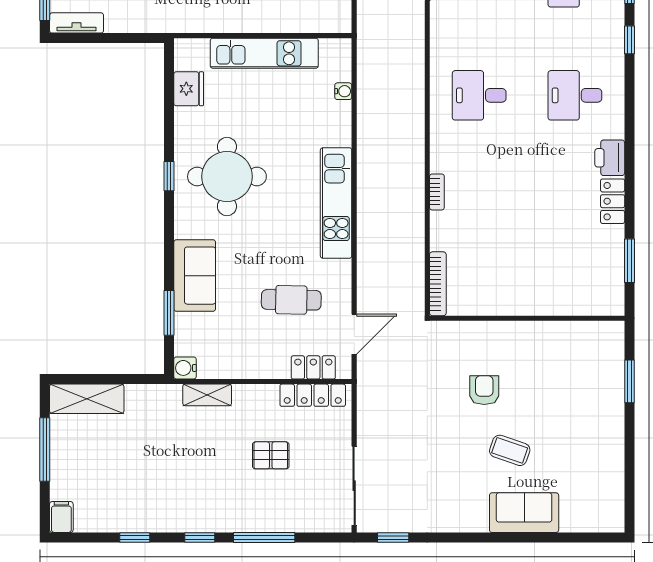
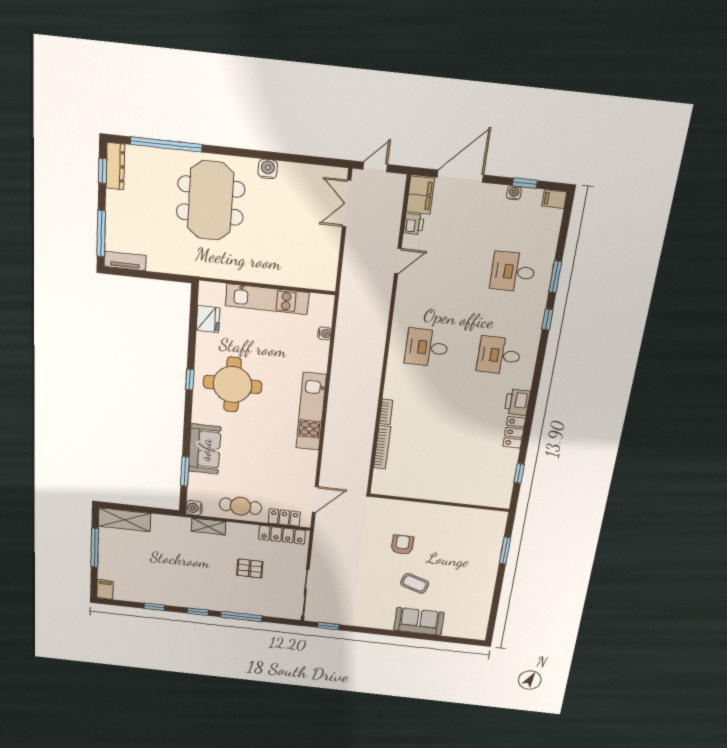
window: (629, 261) -> (519, 473), width x0.67
bookcase: (438, 284) -> (382, 447), moved
cafe table: (291, 300) -> (240, 506), moved

